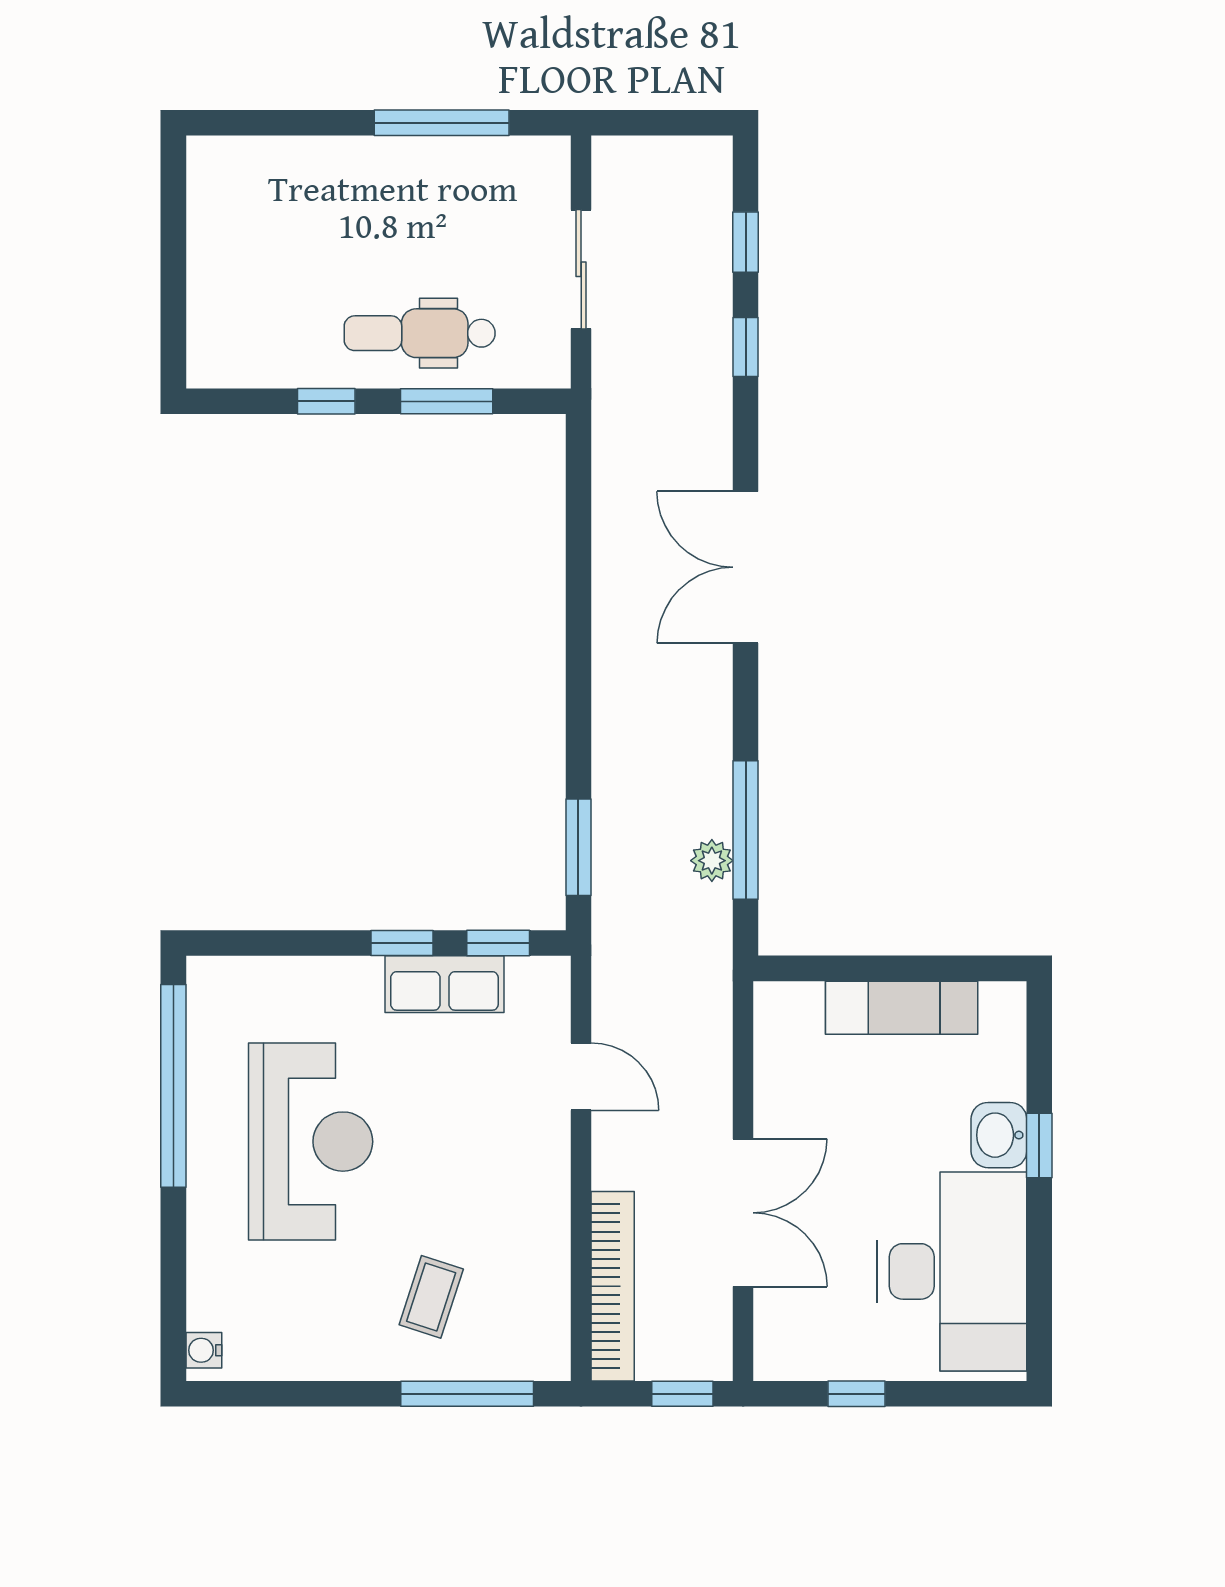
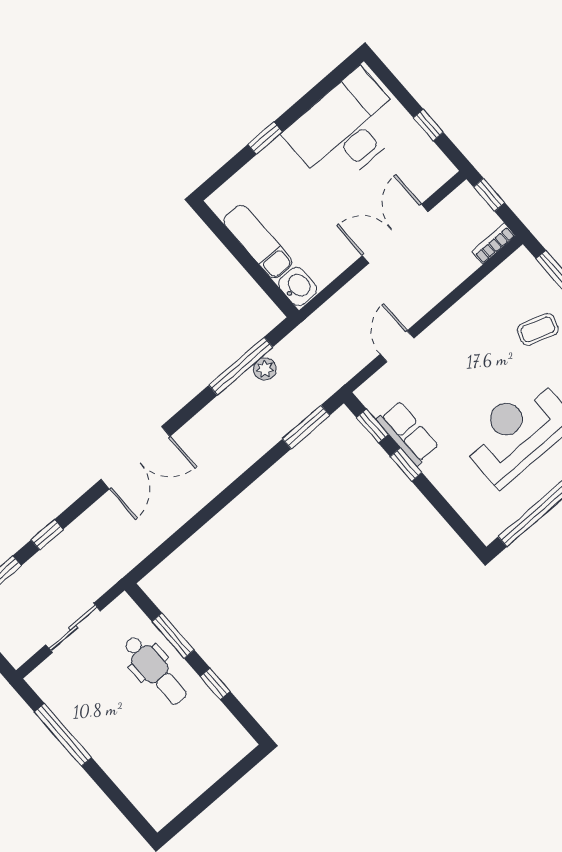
washbasin: (999, 1135) -> (297, 286), moved, turned -90
bookcase: (613, 1286) -> (494, 244), width x0.43, depth x0.76

